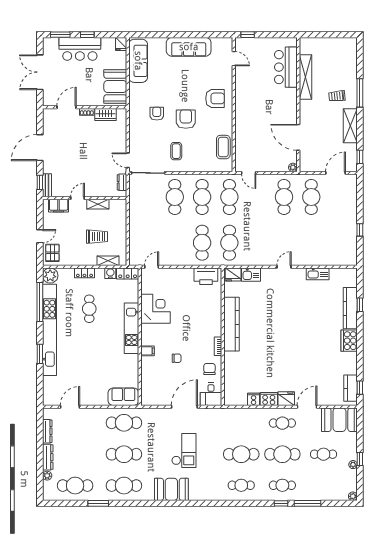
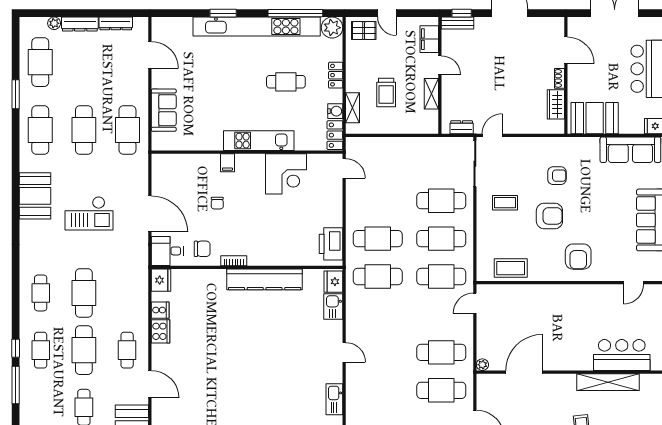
sofa: (123, 397) -> (164, 110), moved
fridge: (286, 399) -> (161, 280), moved

